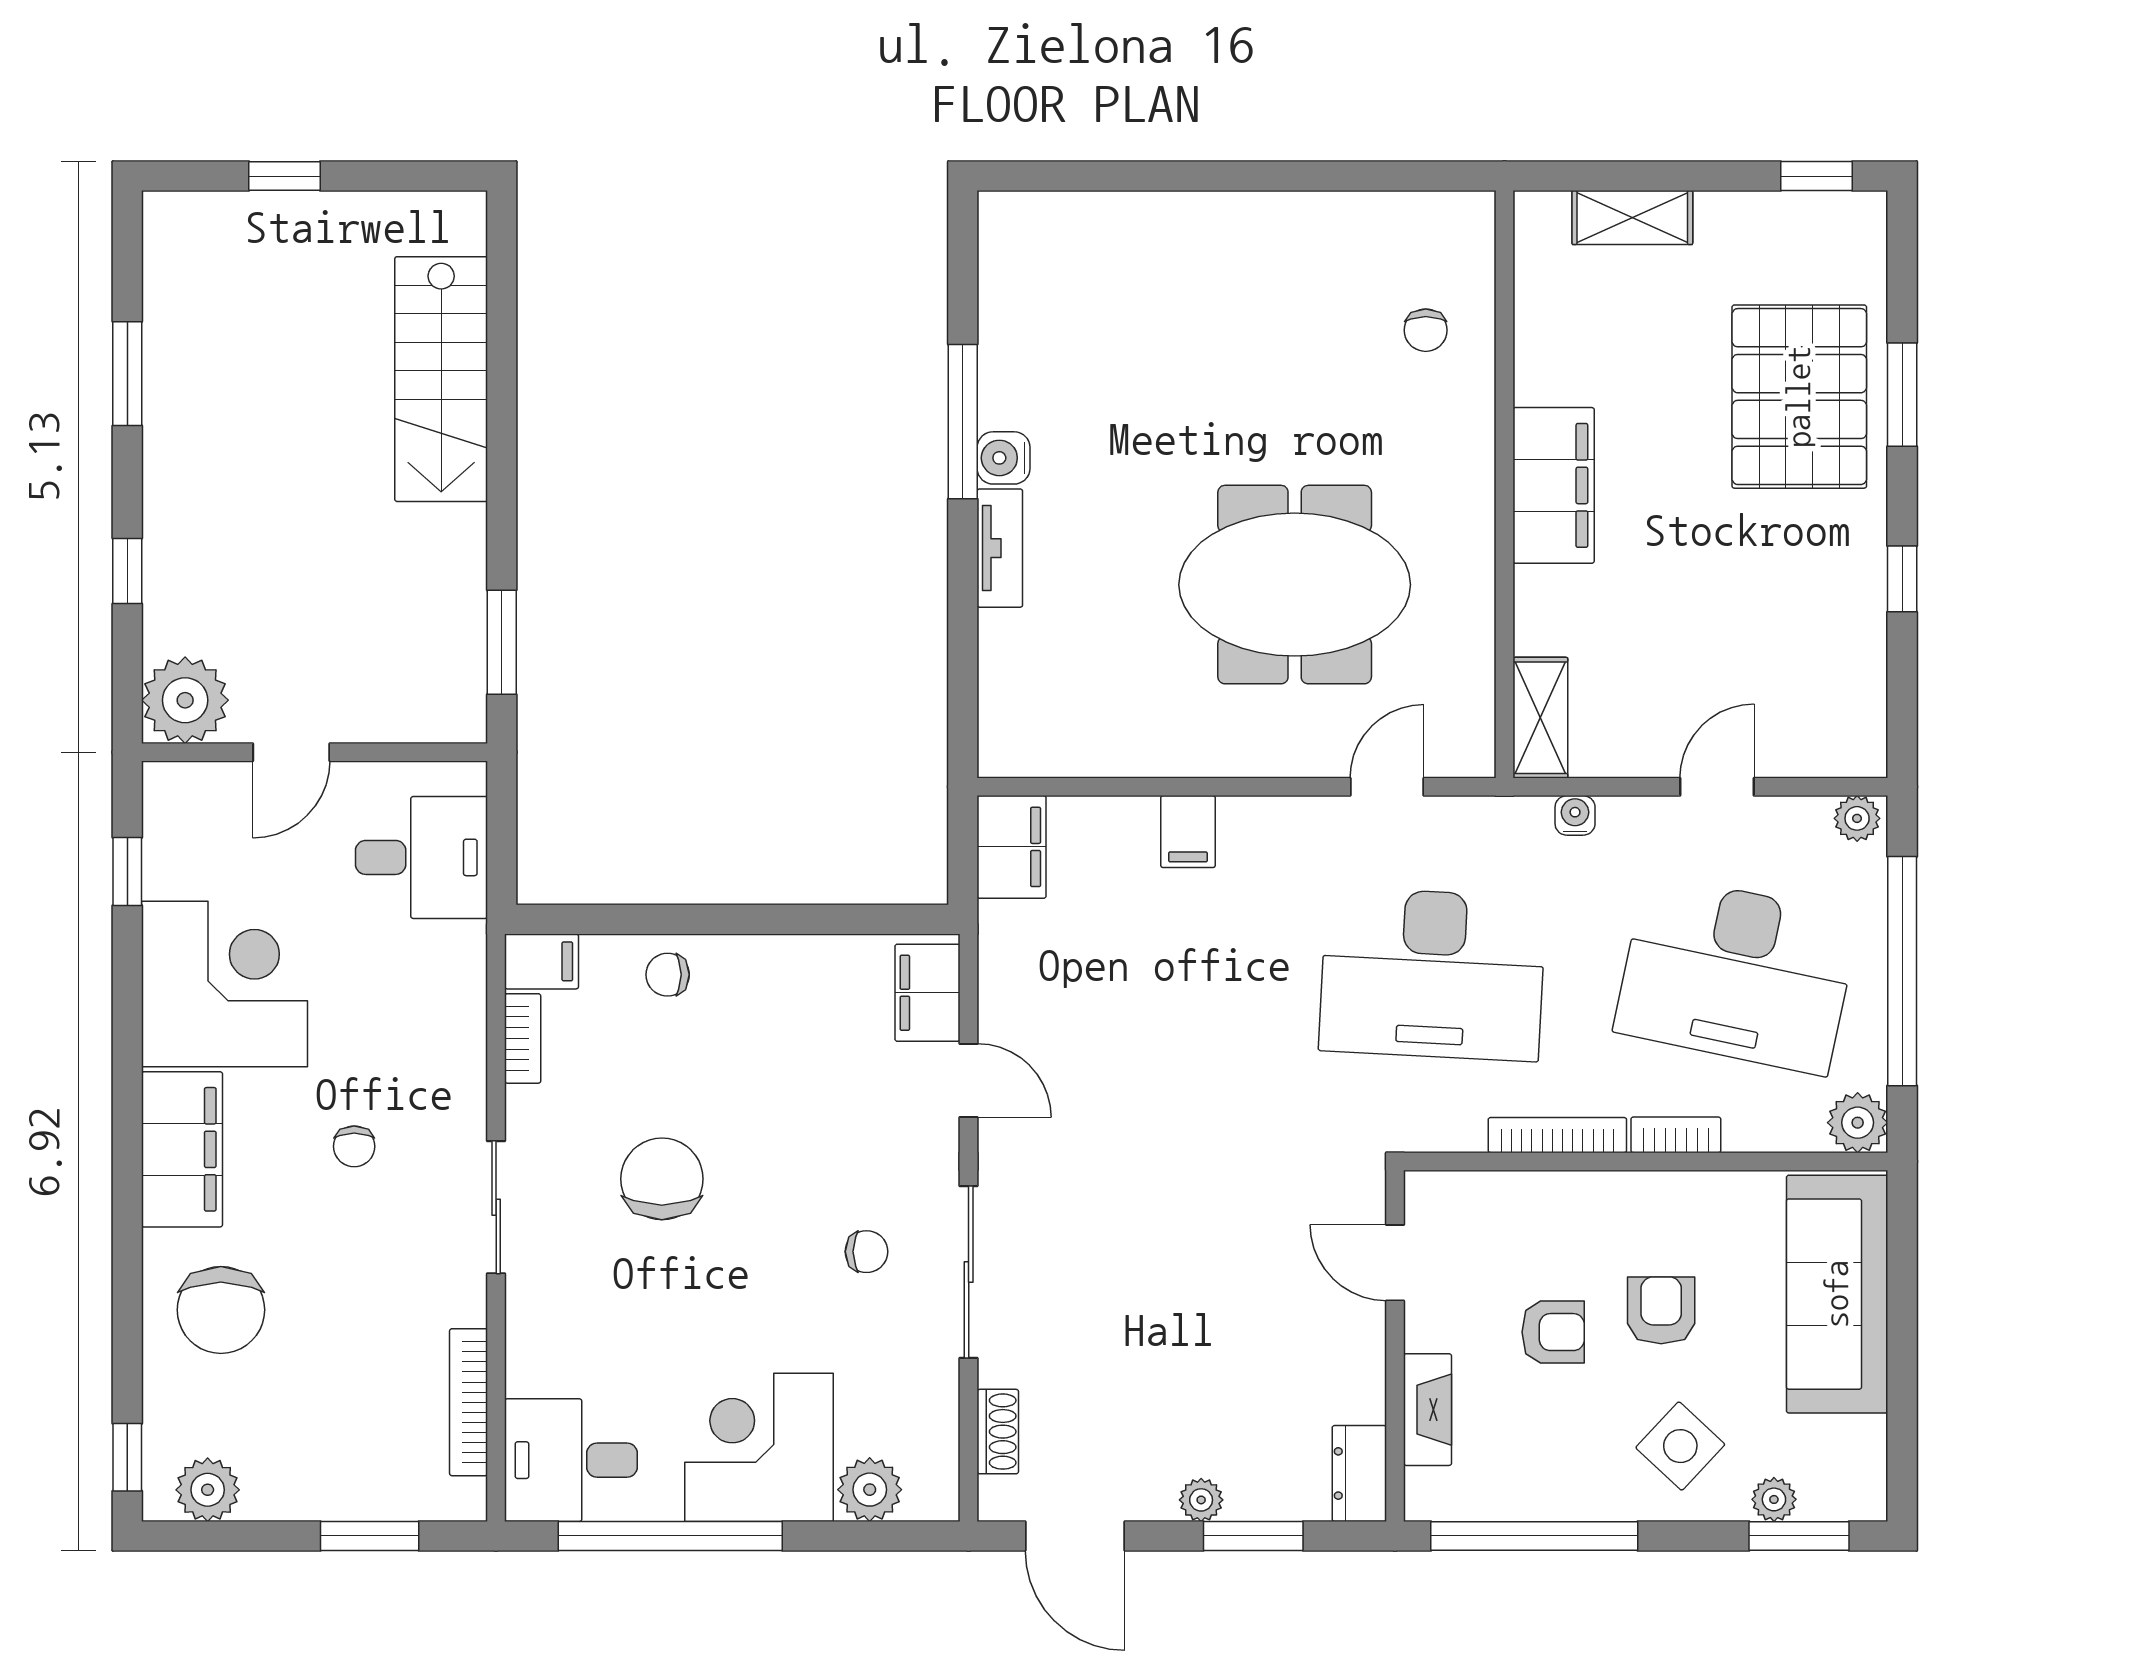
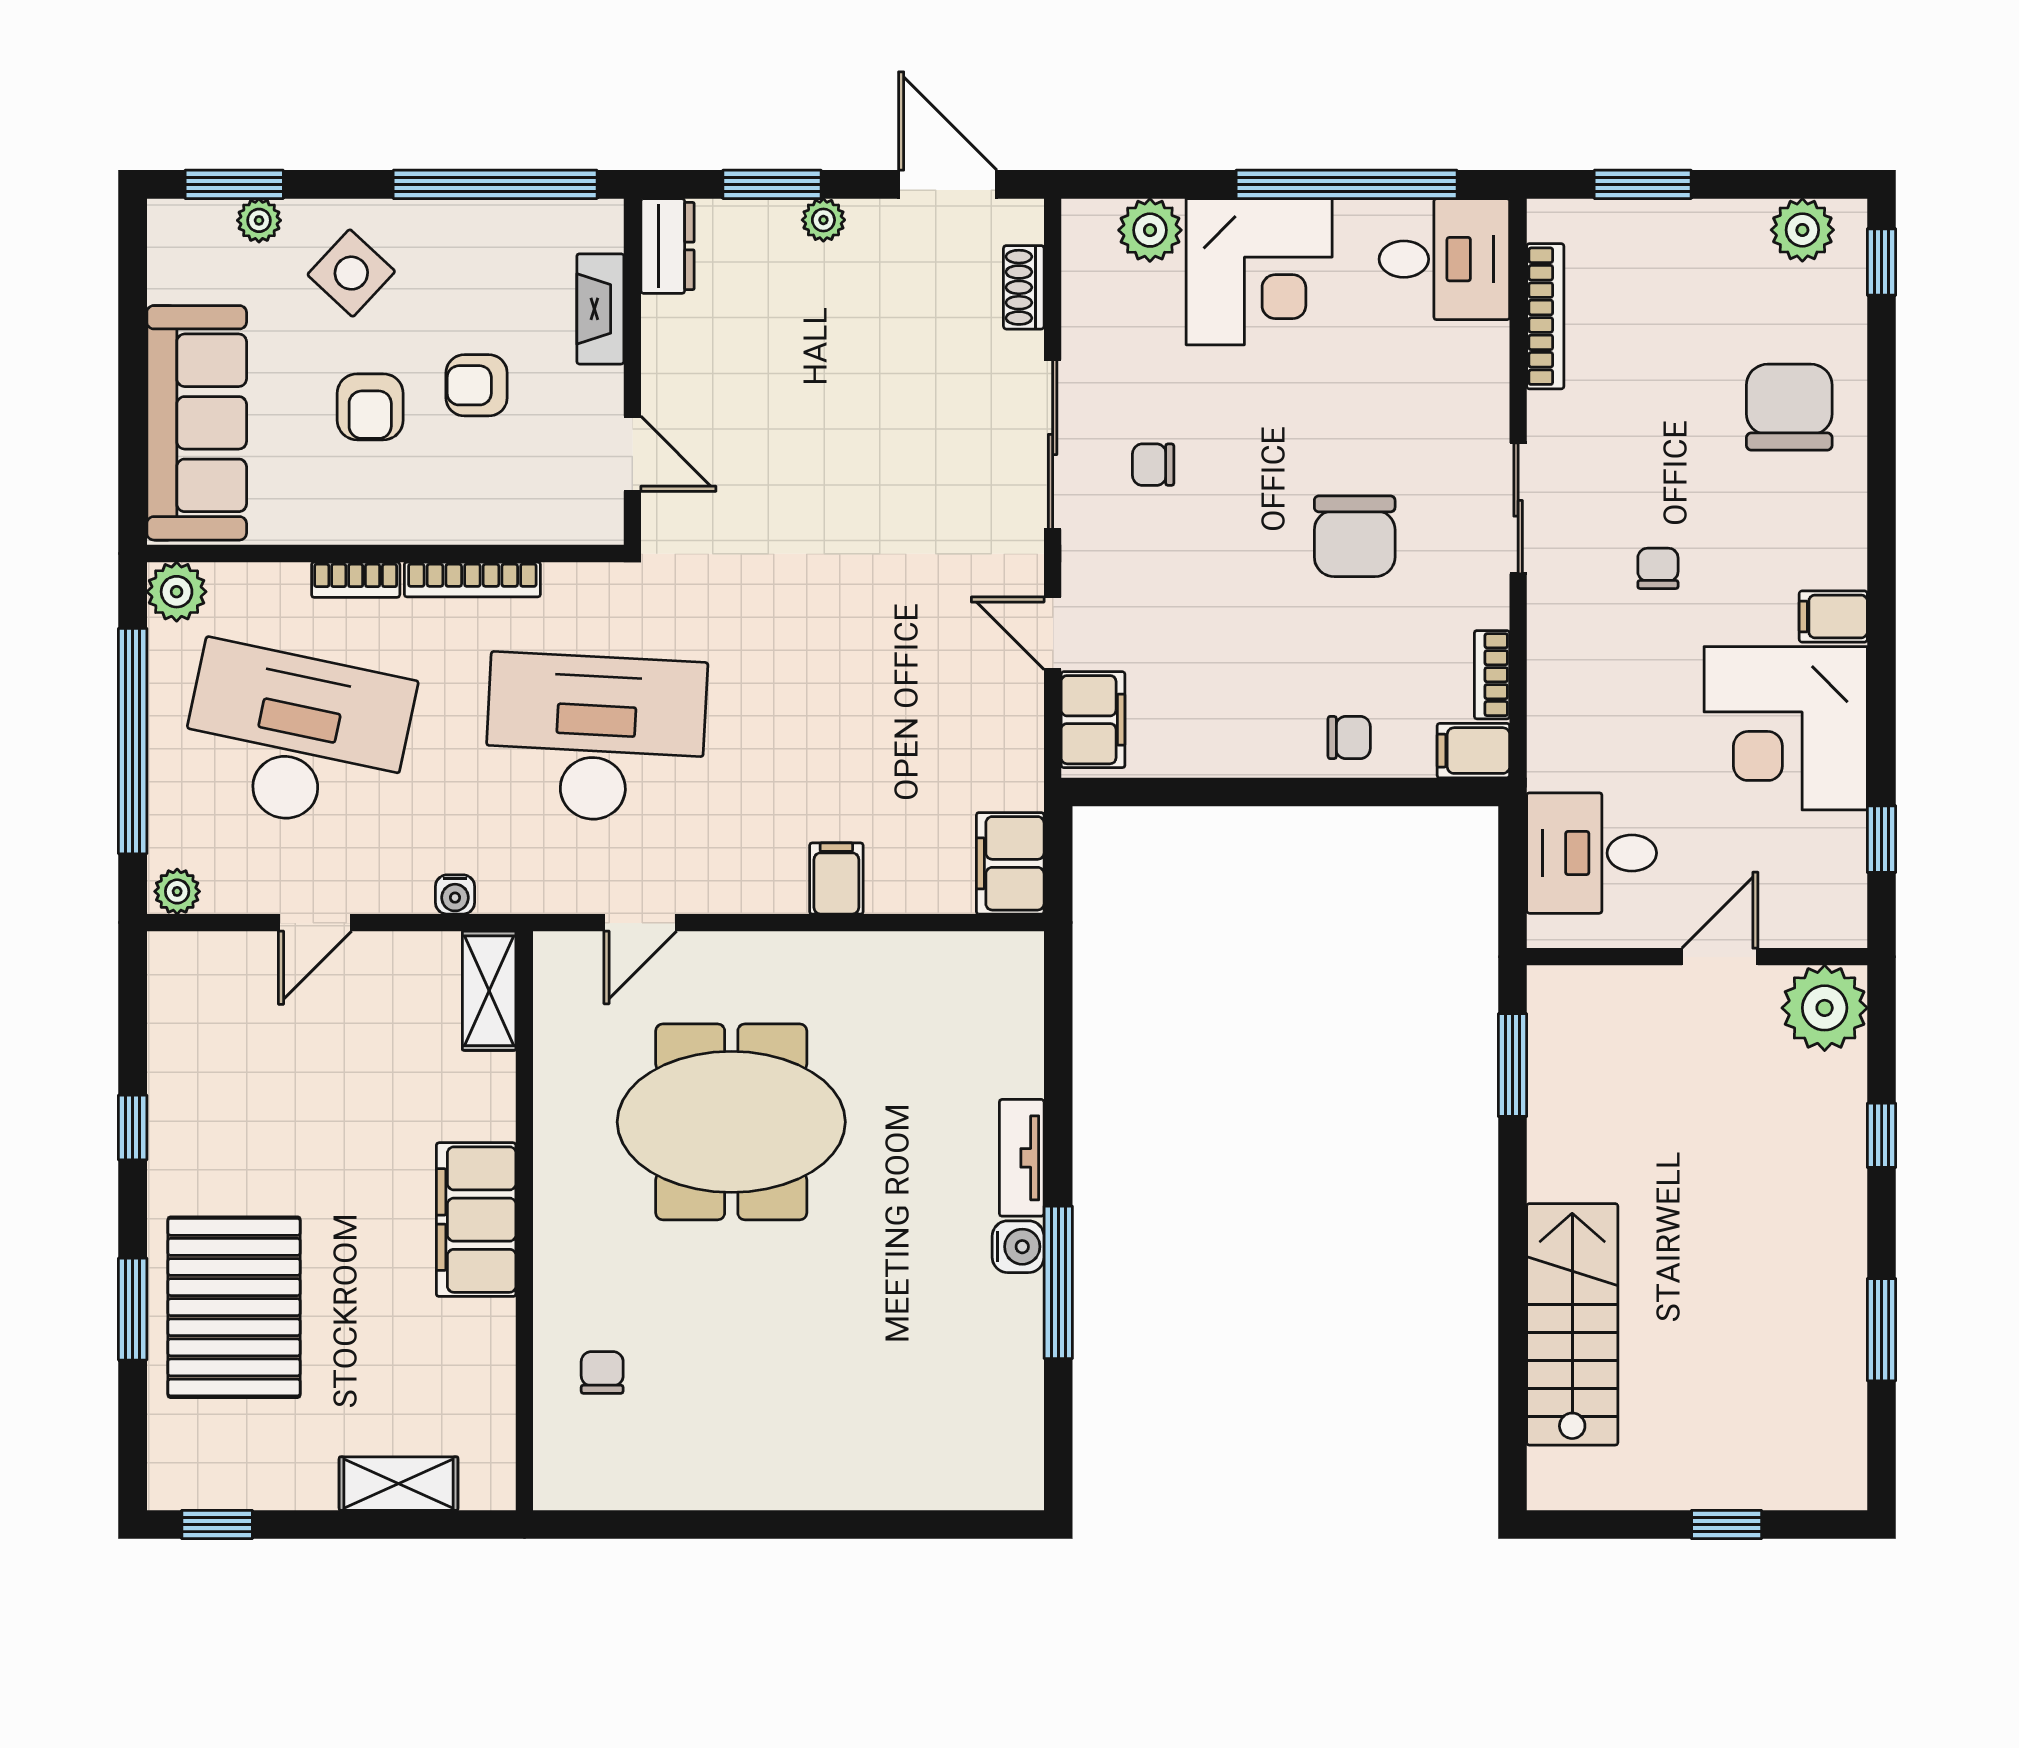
filing cabinet: (182, 1149) -> (1833, 616), width x0.33, depth x0.86

